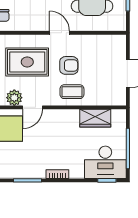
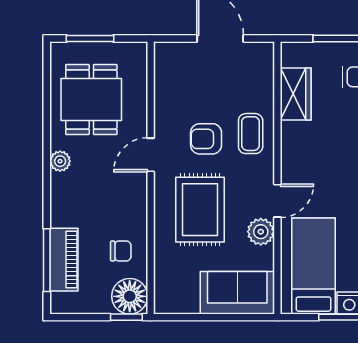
armchair: (69, 65) -> (206, 139), turned -90
door: (32, 107) -> (277, 201), hinge flipped

